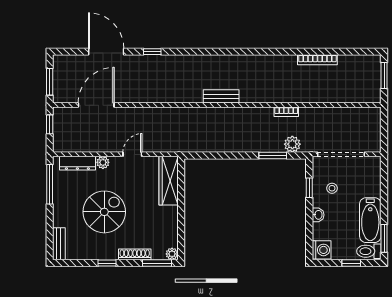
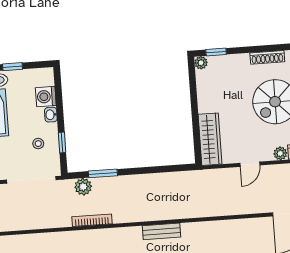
bookcase: (286, 112) -> (92, 220), width x1.56
washing machine: (322, 250) -> (46, 97), moved
shoe rack: (135, 254) -> (267, 57), moved
window: (107, 263) -> (268, 48), removed
window: (157, 263) -> (216, 52), width x0.67

